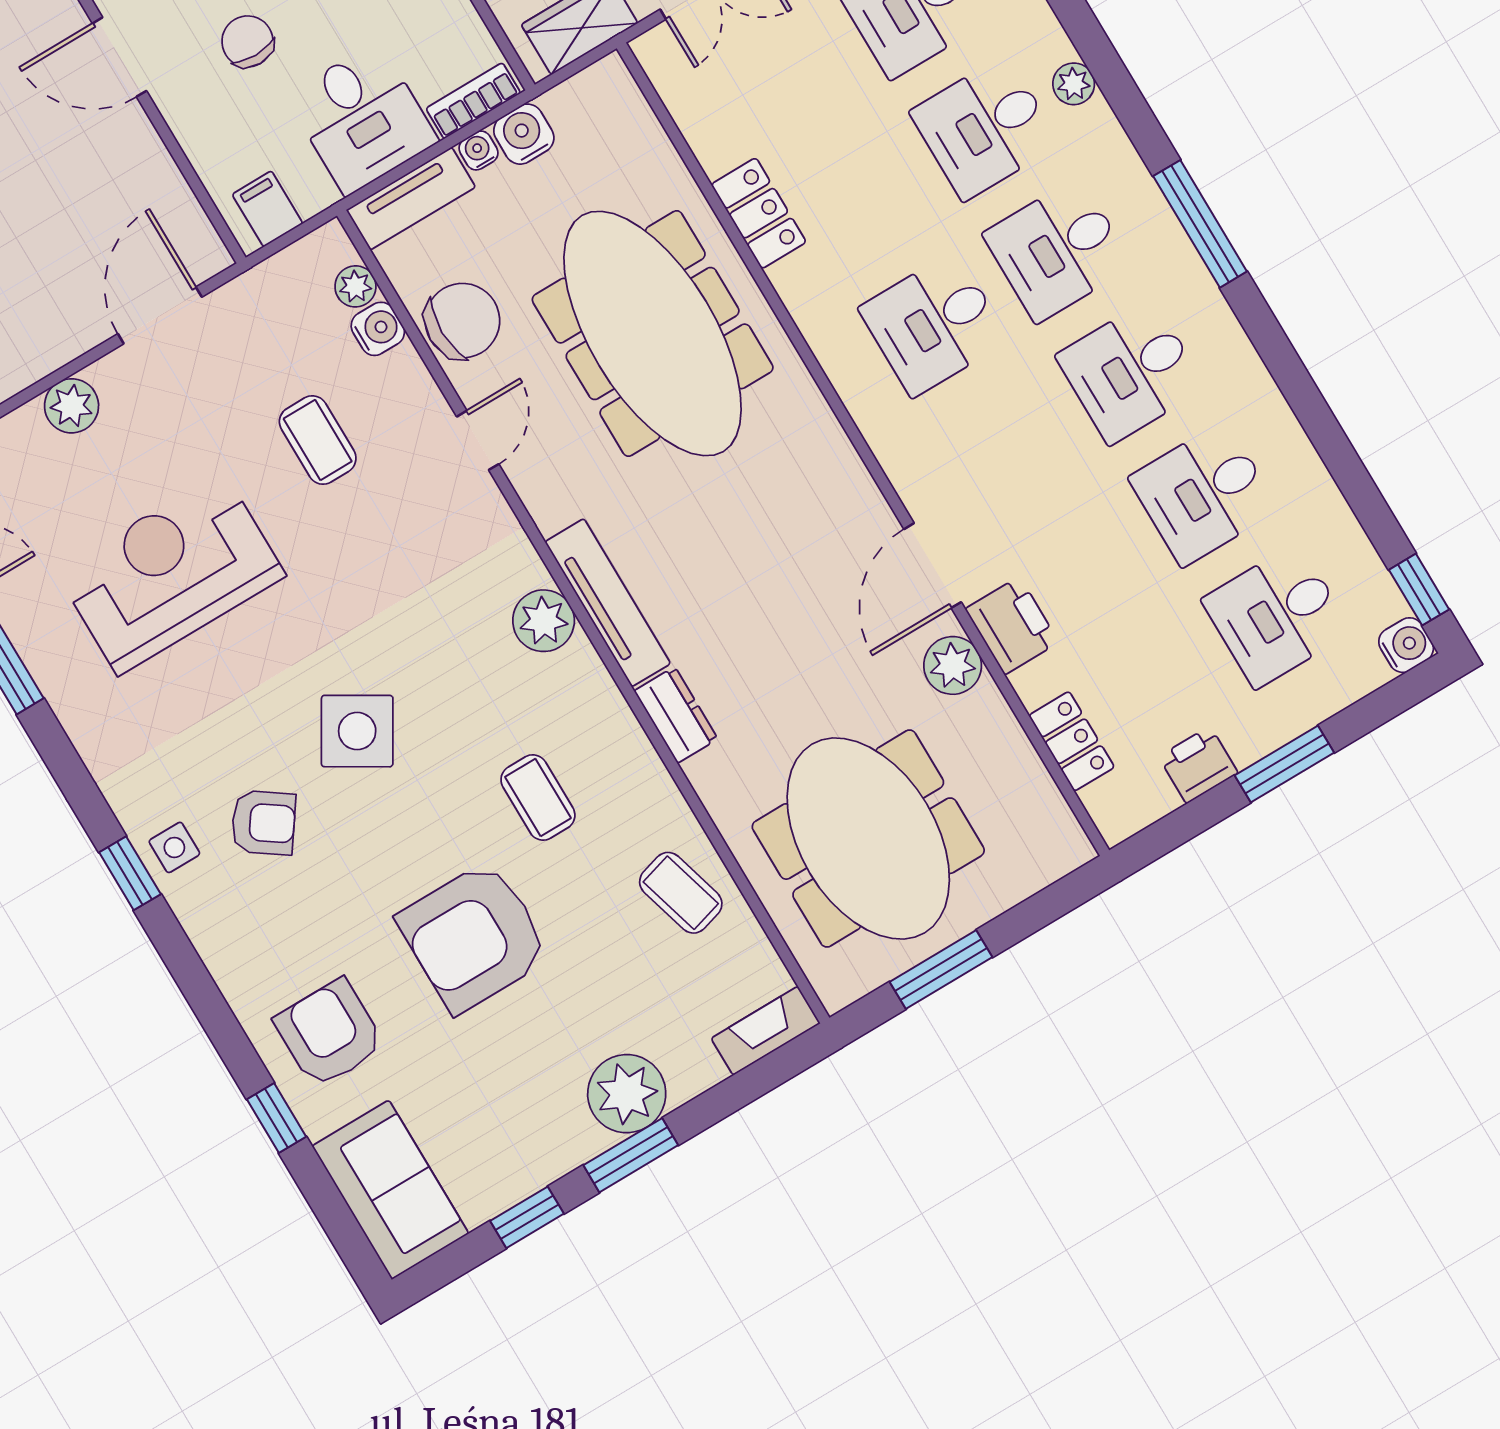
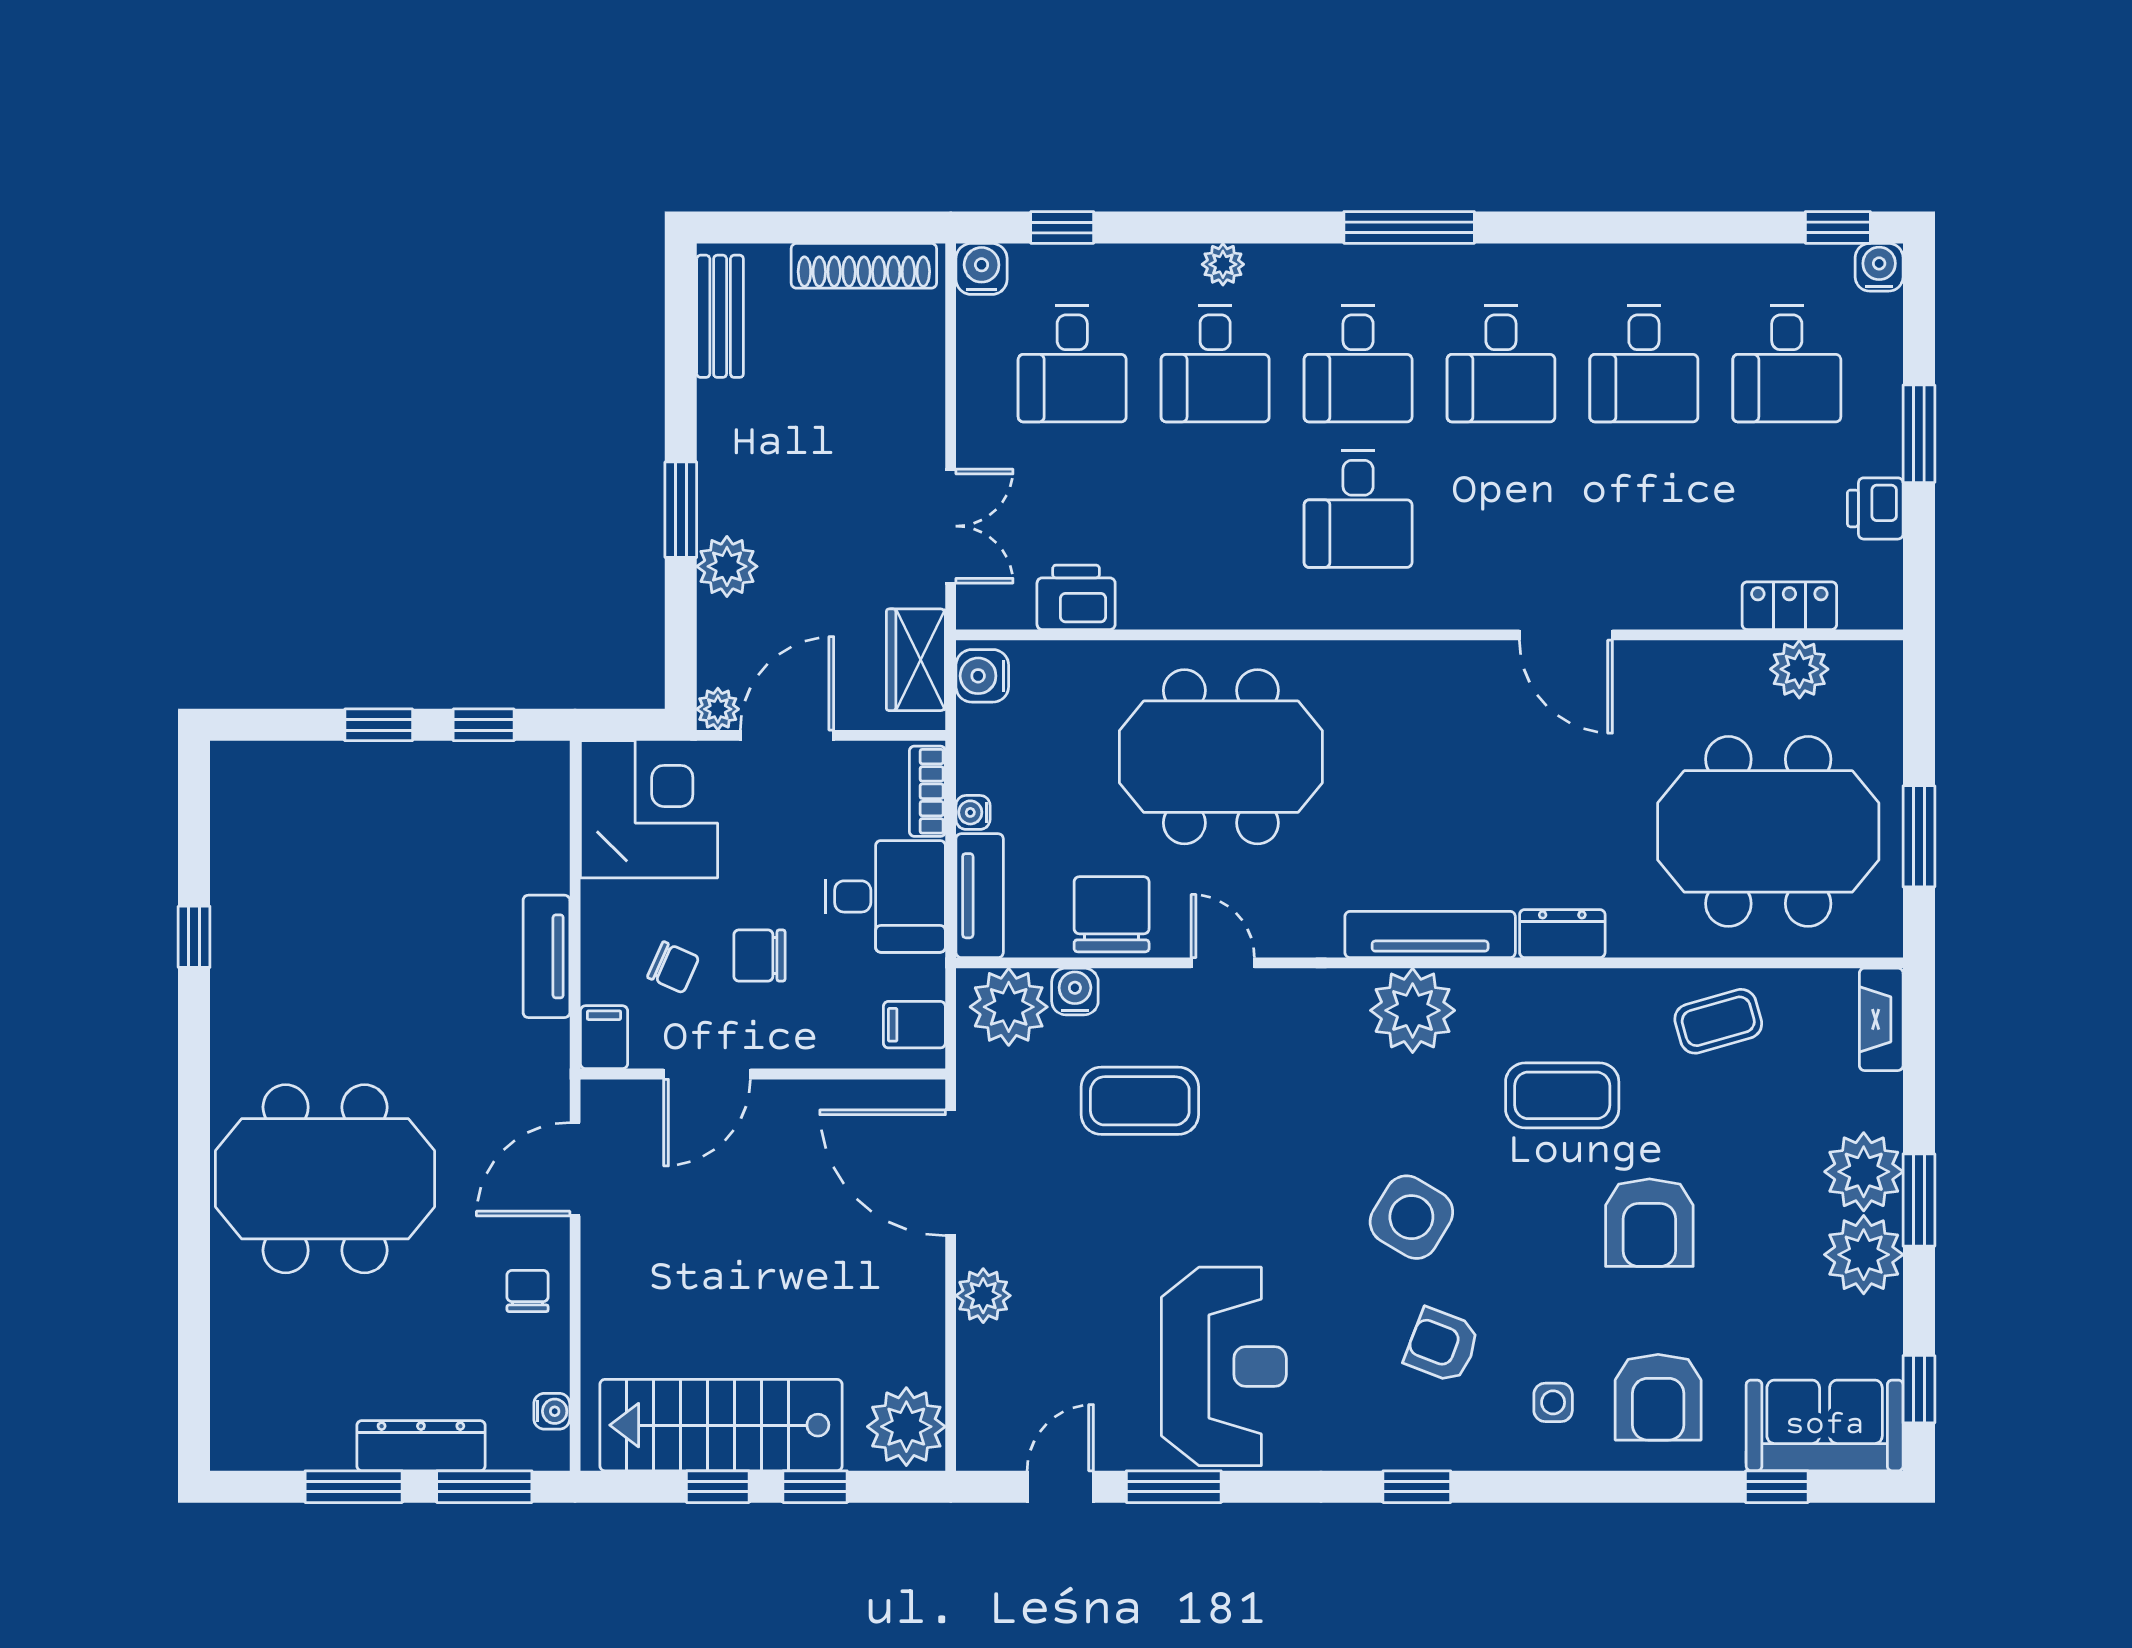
water cooler: (524, 134) -> (982, 676), moved
locker: (759, 213) -> (1172, 603), removed
plant: (355, 286) -> (1009, 1007), width x1.88, depth x1.88
door: (160, 315) -> (951, 1173), width x1.36
meeting table: (653, 334) -> (1221, 757), width x0.73
coffee table: (318, 440) -> (1140, 1101), width x1.36, depth x1.30
reception desk: (171, 573) -> (1224, 1366), moved, turned 180
plant: (544, 621) -> (1413, 1010), width x1.36, depth x1.36
printer: (1012, 626) -> (1076, 597), moved
plant: (953, 665) -> (1799, 669), moved
coffee table: (538, 798) -> (1562, 1095), width x1.36, depth x1.30
armchair: (263, 823) -> (1442, 1345), turned -104
side table: (174, 847) -> (1553, 1402), moved
armchair: (474, 937) -> (1649, 1223), width x0.73, depth x0.73
armchair: (329, 1033) -> (1658, 1397), turned -90
window: (276, 1118) -> (1777, 1487), moved
plant: (556, 1136) -> (1864, 1255), added
window: (527, 1217) -> (1919, 1389), moved

